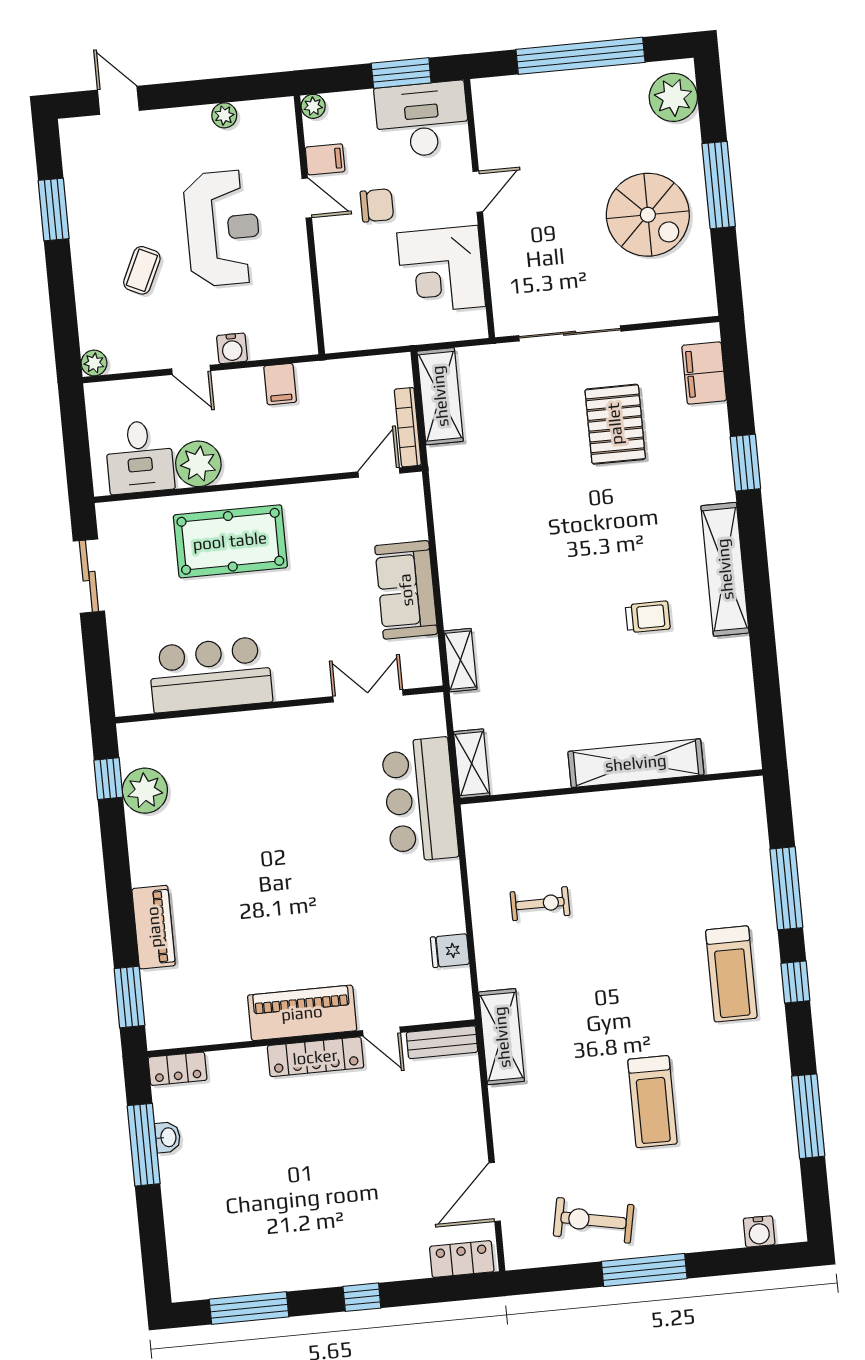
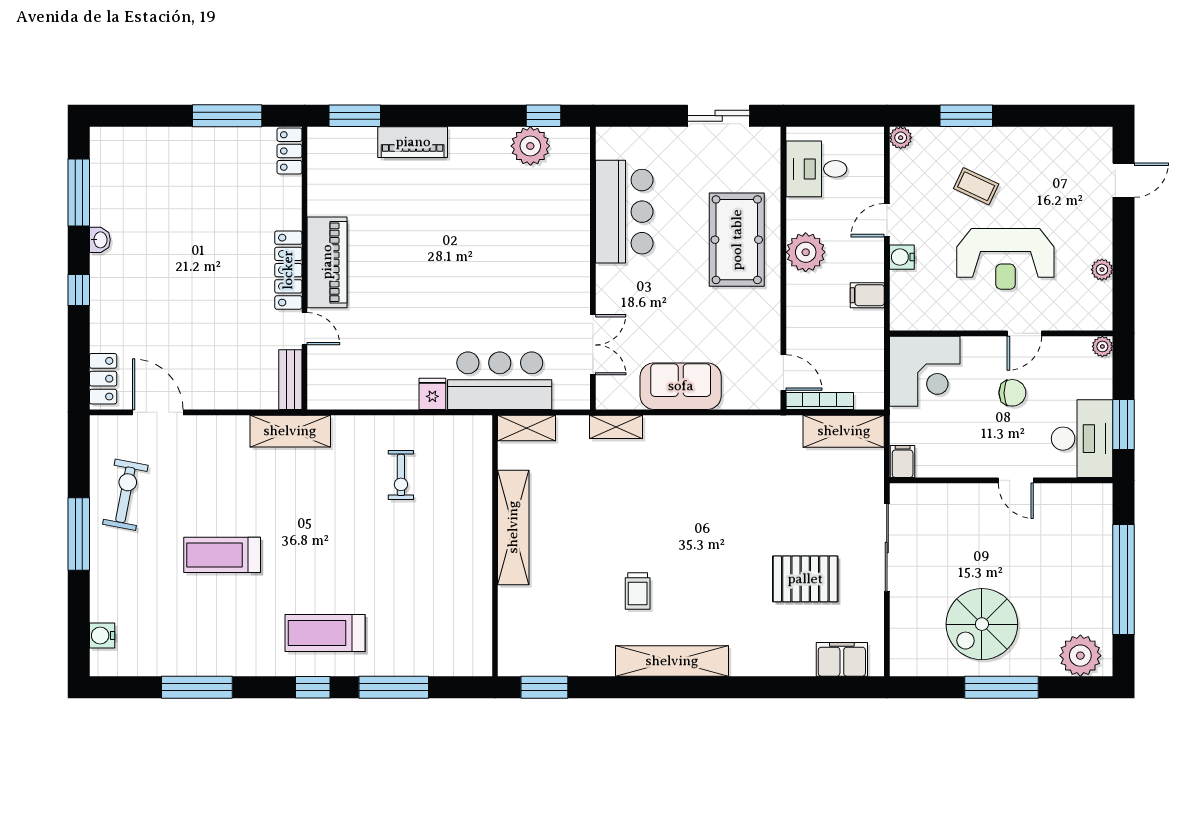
filing cabinet: (325, 159) -> (903, 461), moved, turned 180
chair: (377, 205) -> (1012, 393), turned -90
window: (54, 209) -> (966, 116), moved
corner desk: (441, 270) -> (925, 371), moved, turned 180
window: (745, 463) -> (544, 687), moved
plant: (198, 464) -> (806, 252), moved
shelving: (636, 763) -> (513, 527), moved
fridge: (450, 951) -> (432, 394), moved
door: (382, 1032) -> (305, 329), swing flipped
washbasin: (168, 1137) -> (100, 240), moved, turned -90

